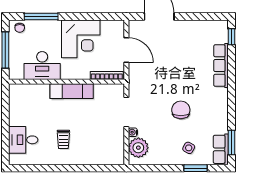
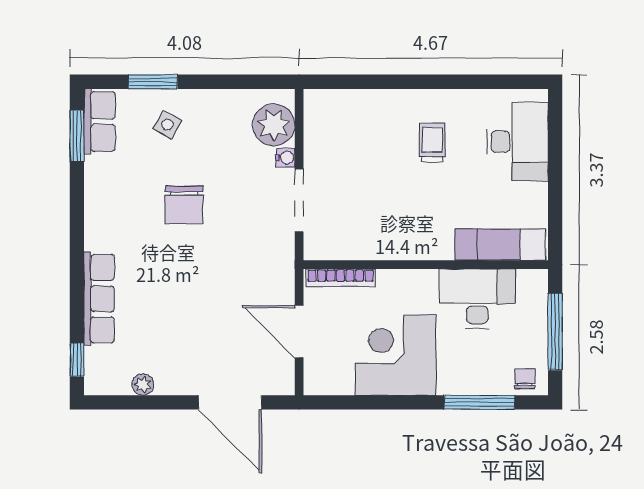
plant: (200, 25) -> (143, 385), added
exam couch: (72, 91) -> (500, 244), moved
desk: (23, 140) -> (517, 142), width x1.37

